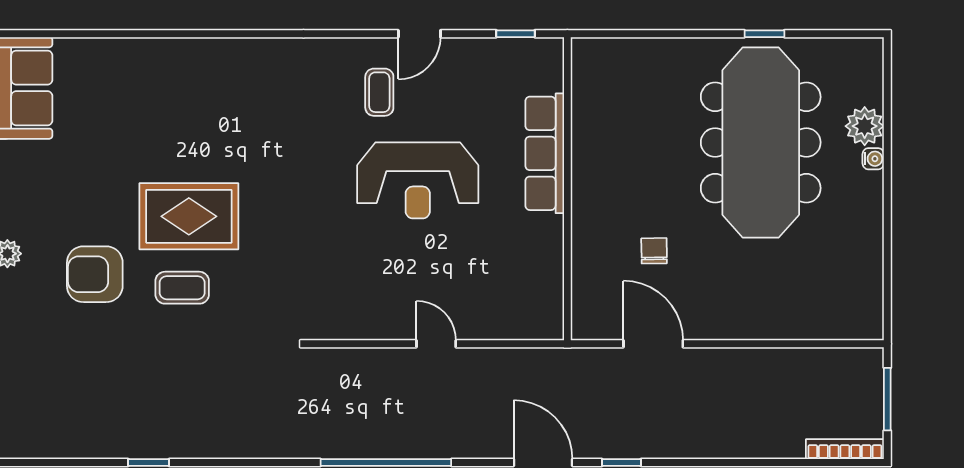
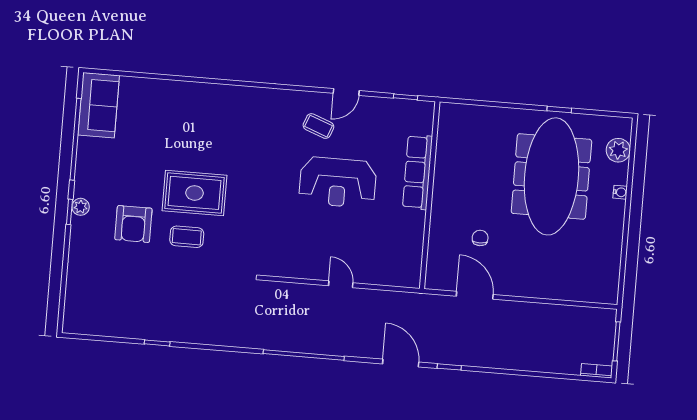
coffee table: (379, 92) -> (318, 126), turned -69
plant: (865, 126) -> (618, 150), moved
armchair: (95, 274) -> (133, 224), turned -90
bookcase: (845, 449) -> (597, 371), width x0.64

